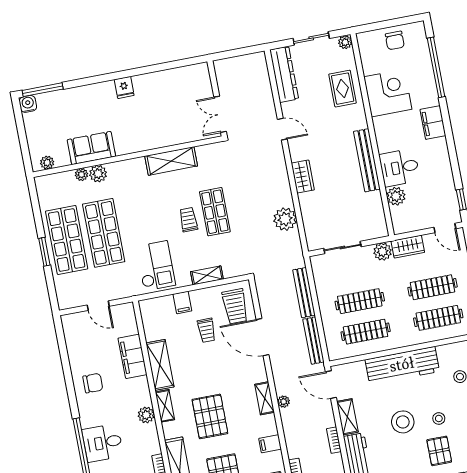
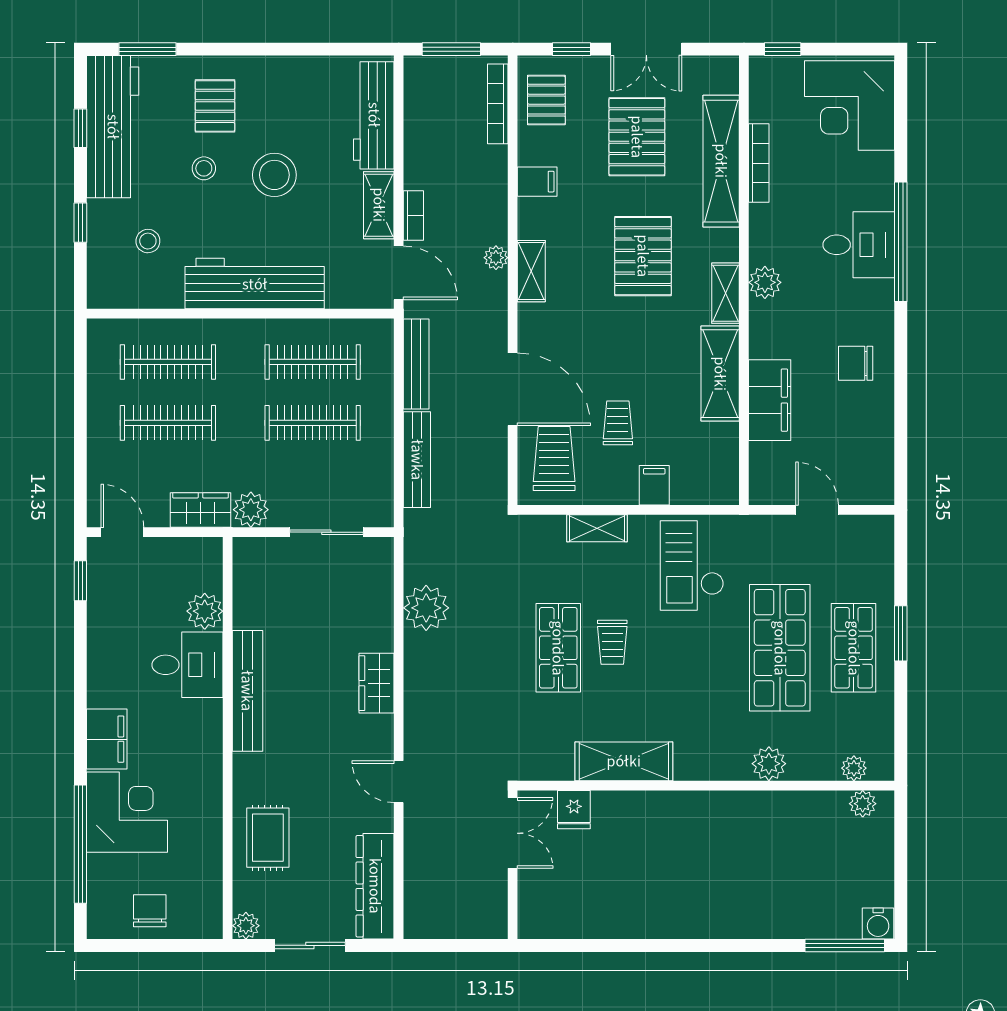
fridge: (124, 87) -> (574, 810), moved, turned 180
corner desk: (388, 93) -> (127, 812), moved, turned 180
sofa: (91, 148) -> (772, 815), removed
plant: (81, 174) -> (854, 768), moved
shop shelf: (67, 240) -> (854, 648), width x0.70, depth x0.74
bookcase: (334, 440) -> (413, 216), moved

